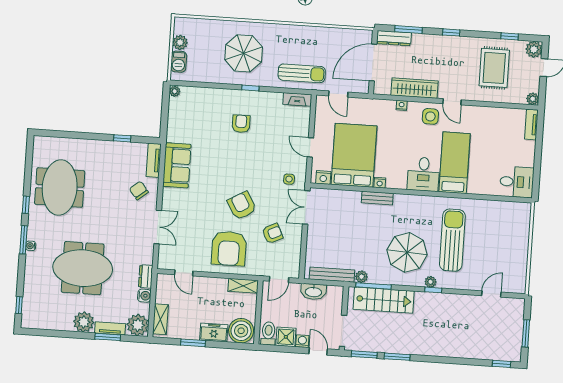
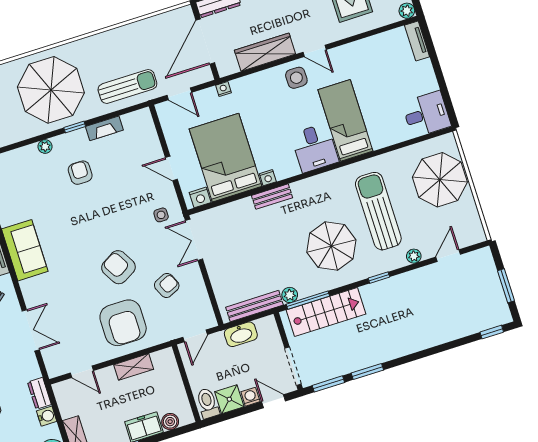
parasol: (244, 53) -> (51, 90), width x1.36, depth x1.36
plant: (222, 94) -> (45, 146), added
fireplace: (297, 99) -> (104, 128), moved
nightstand: (402, 105) -> (224, 89), moved
parasol: (508, 235) -> (440, 180), added
plant: (431, 282) -> (414, 256), moved
shelving: (243, 286) -> (134, 367), moved
boiler: (241, 331) -> (170, 422), width x0.54, depth x0.54

